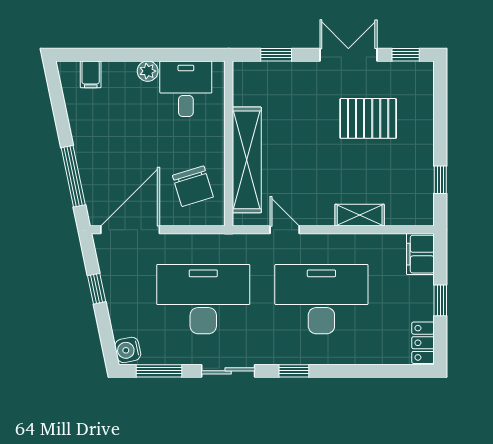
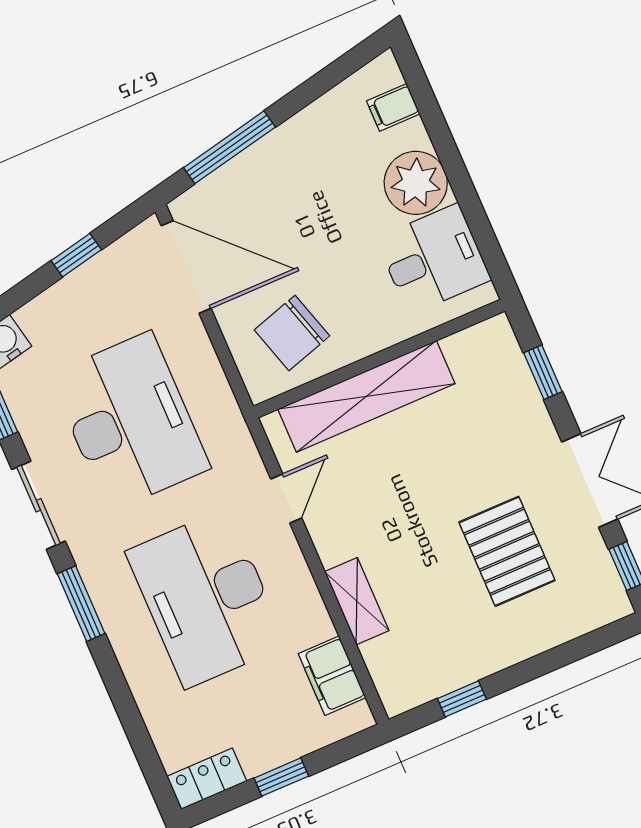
plant: (148, 71) -> (416, 183), width x1.87, depth x1.87
filing cabinet: (420, 254) -> (332, 676), moved, turned -90
desk: (321, 299) -> (206, 598), turned 180
window: (294, 371) -> (81, 604), width x1.50

